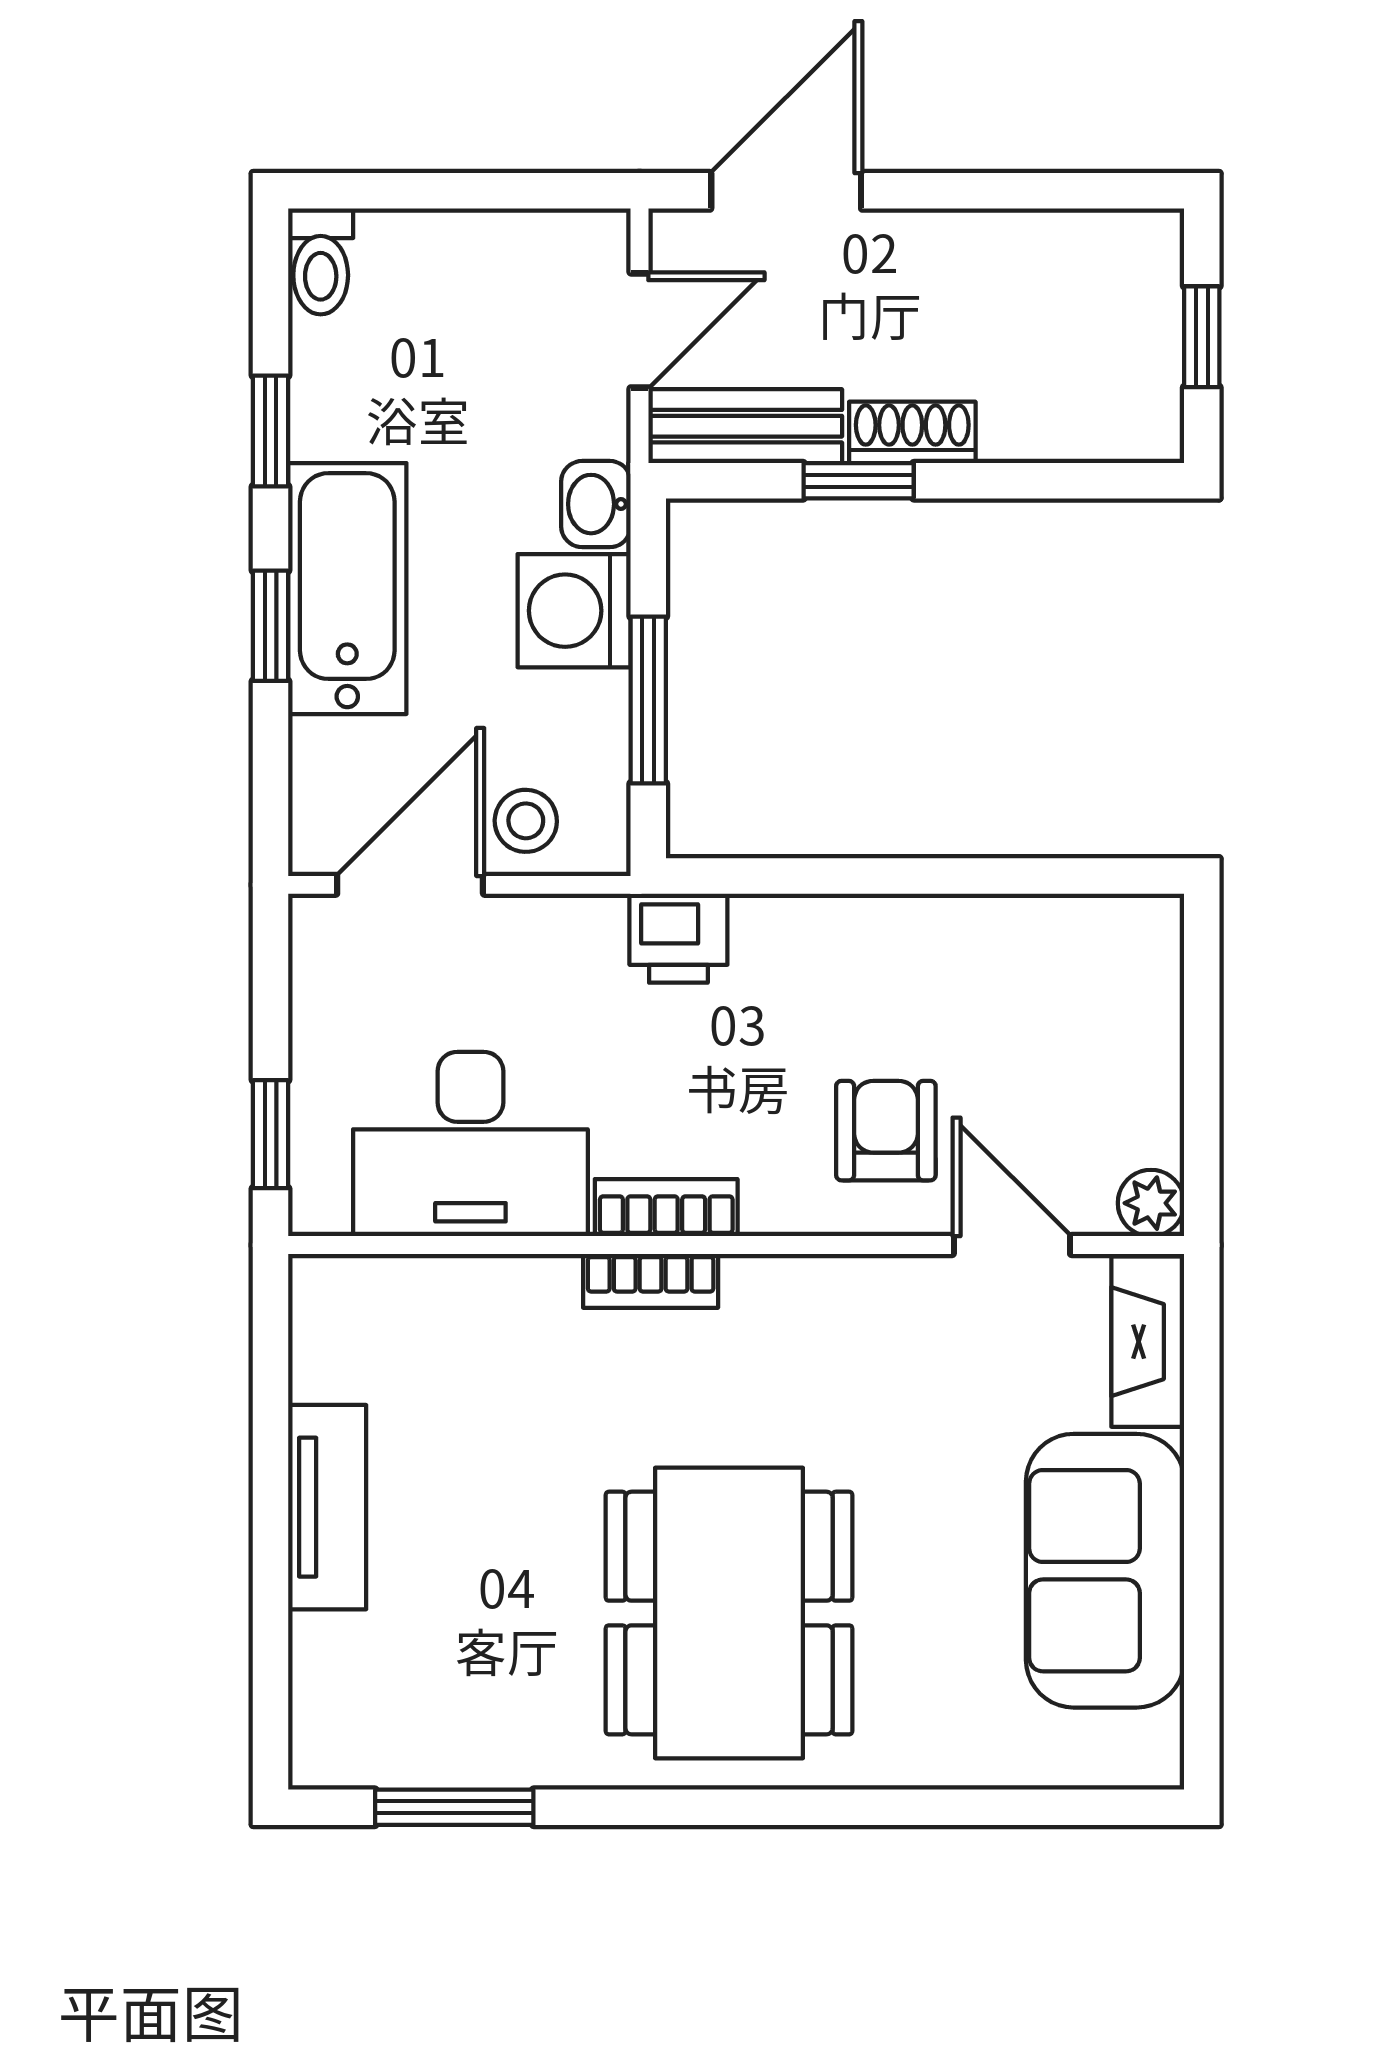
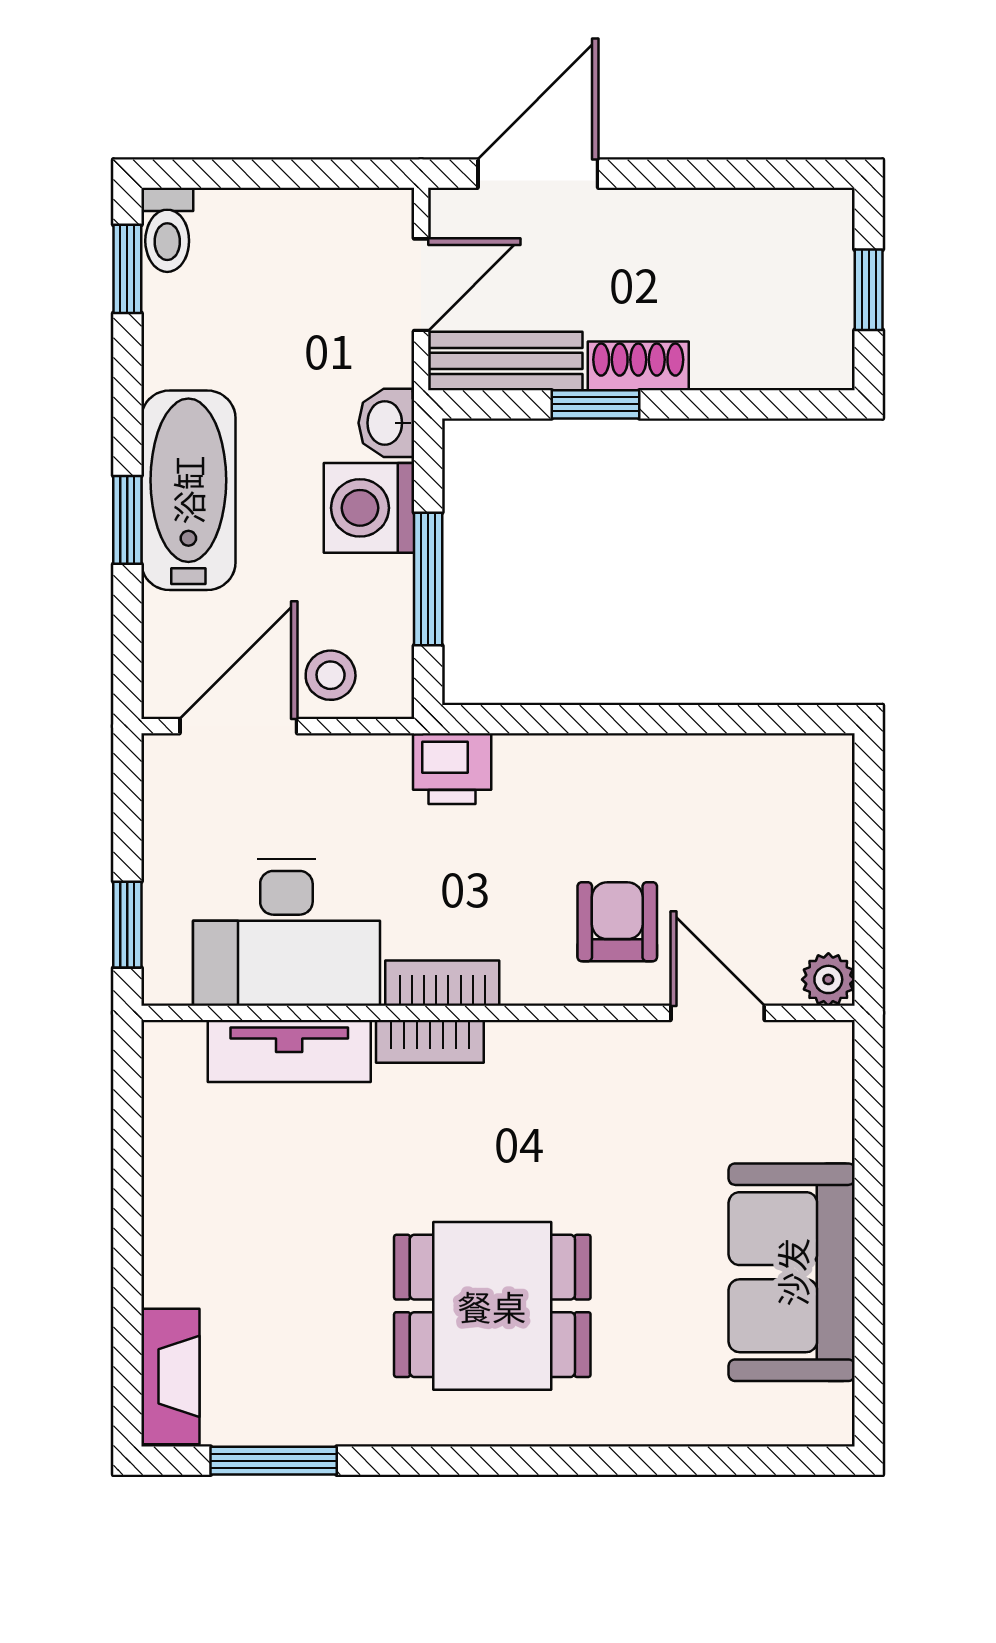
window: (271, 431) -> (127, 269), moved
fireplace: (1148, 1342) -> (170, 1376), moved, turned 180
tv unit: (327, 1507) -> (289, 1051), moved, turned 90
dining table: (729, 1613) -> (492, 1306), width x0.73

